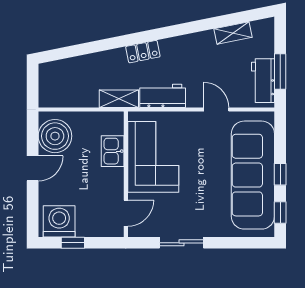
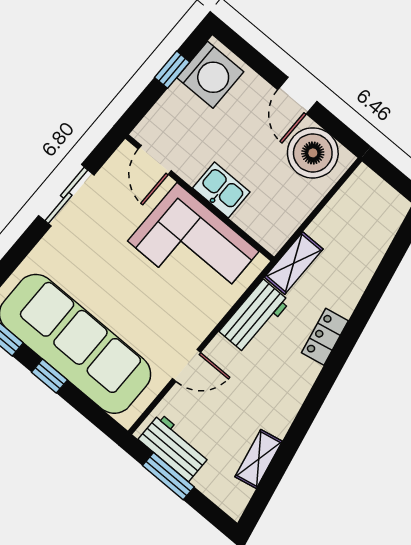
kitchen sink: (113, 151) -> (221, 190), moved

